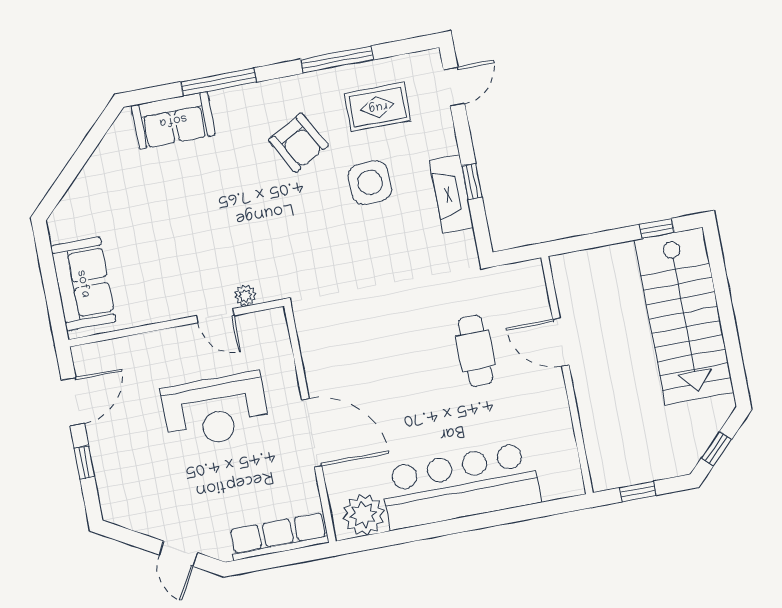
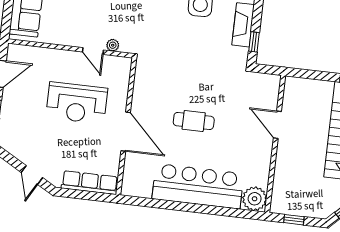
window: (472, 182) -> (254, 42), moved
cafe table: (475, 351) -> (194, 121), moved, turned 90
plant: (364, 515) -> (255, 199), moved

